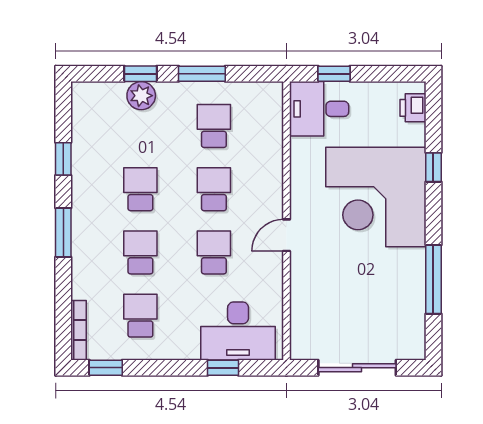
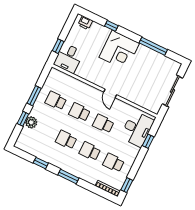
corner desk: (376, 197) -> (119, 50), width x0.74, depth x0.74

